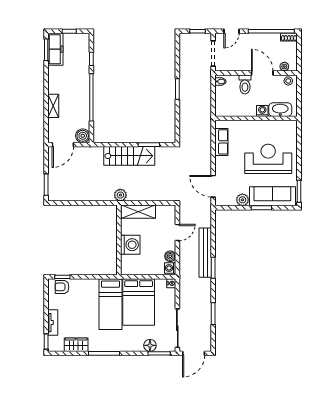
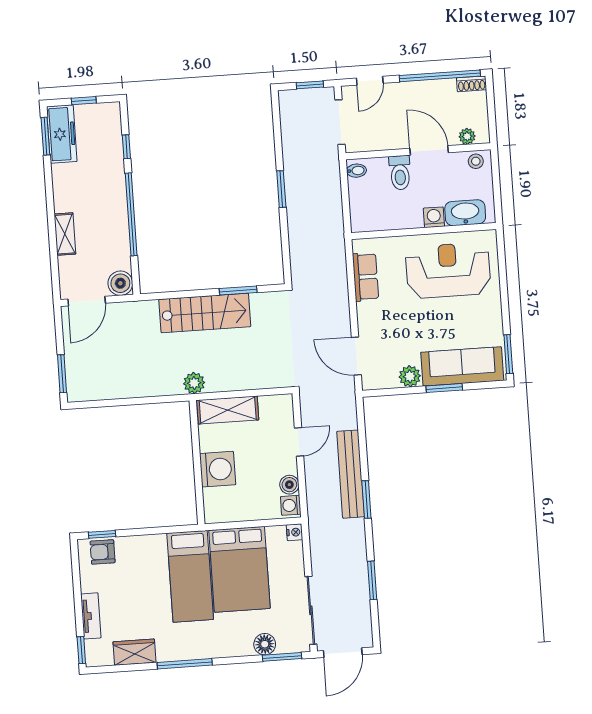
reception desk: (268, 159) -> (448, 270), moved

